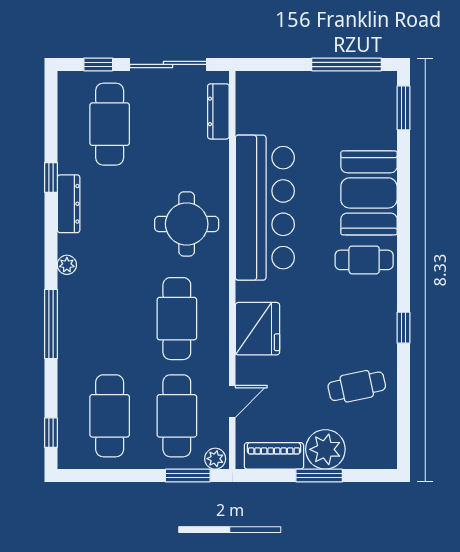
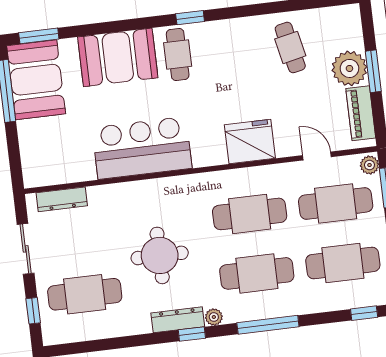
sliding door: (168, 64) -> (26, 249), width x0.73
booth: (355, 99) -> (36, 80), added
window: (51, 177) -> (192, 334), moved
dresser: (69, 204) -> (178, 320), moved
bar counter: (265, 208) -> (142, 148), width x0.73
round table: (187, 224) -> (160, 255), moved
cafe table: (110, 319) -> (257, 273), added
window: (403, 328) -> (190, 18), moved

